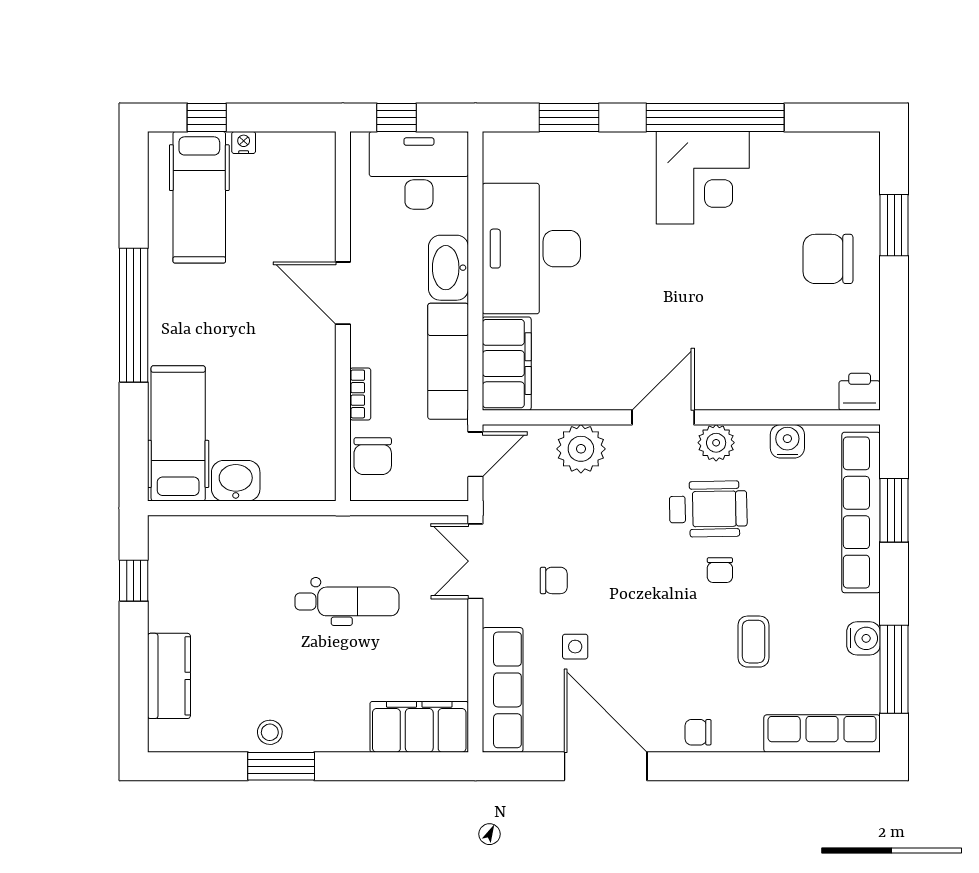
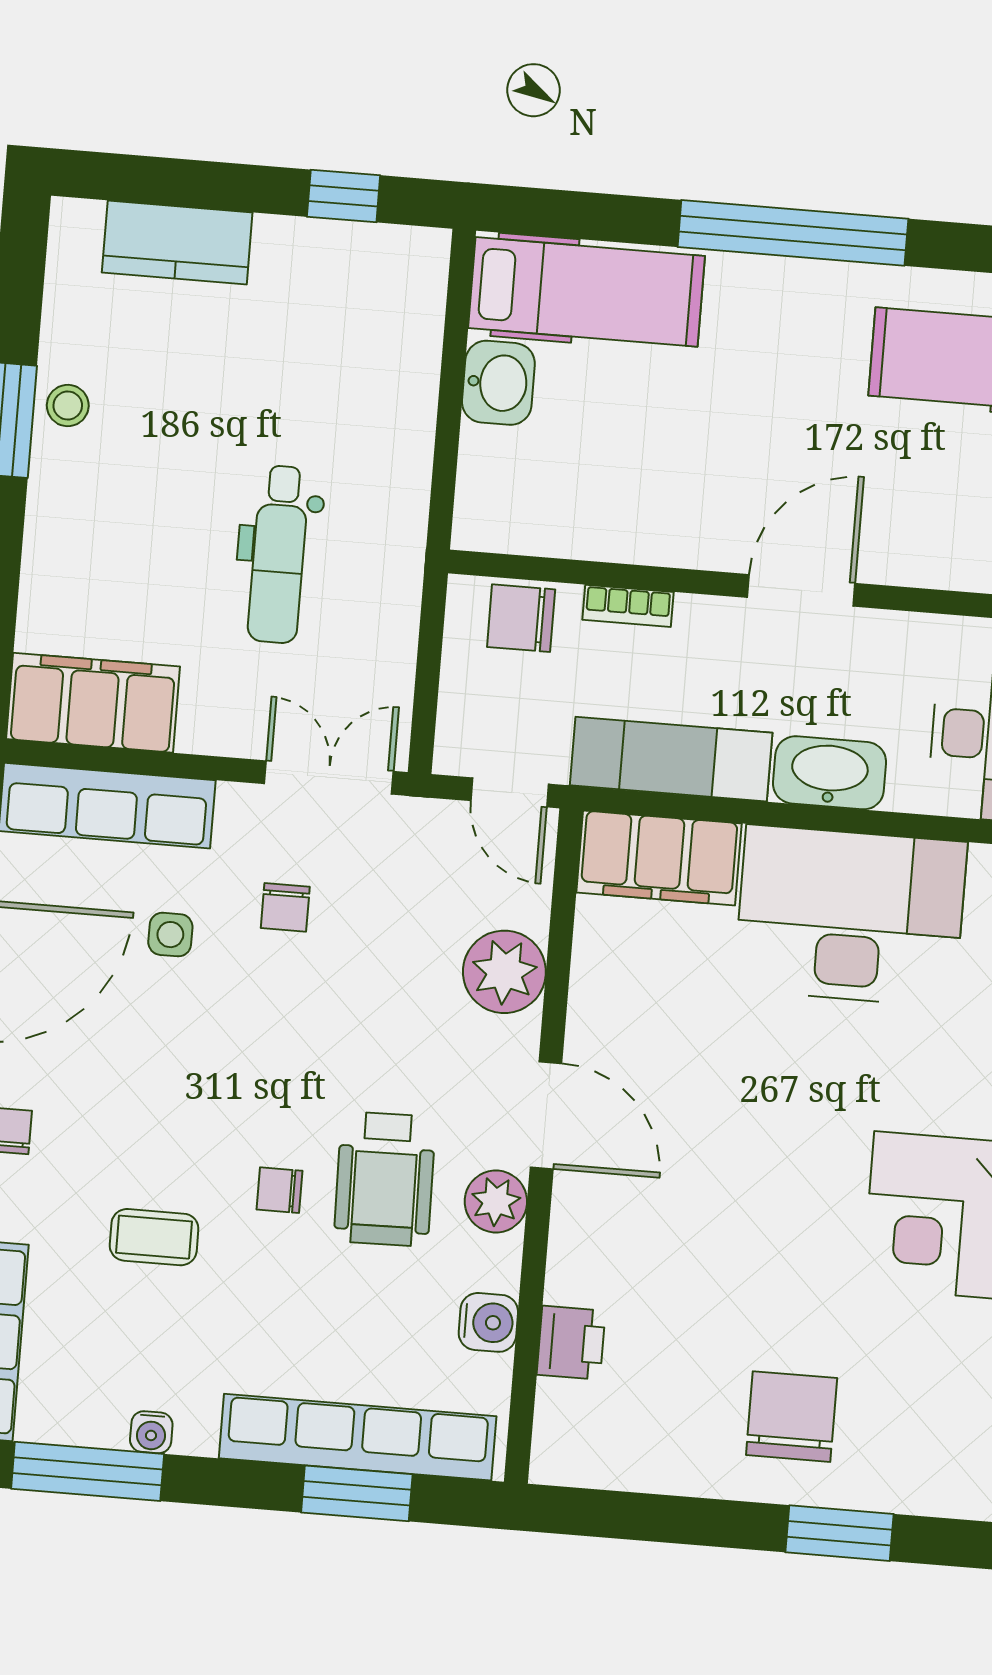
printer: (860, 392) -> (571, 1343), moved
water cooler: (863, 638) -> (151, 1432), width x0.72, depth x0.72
filing cabinet: (419, 727) -> (93, 703), moved, turned -90

